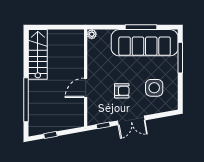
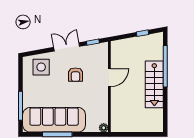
stairs: (38, 54) -> (154, 84), moved
side table: (154, 88) -> (41, 67), moved
armchair: (122, 91) -> (75, 75), turned -90

